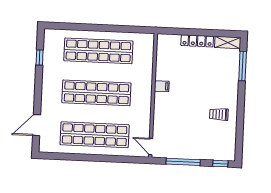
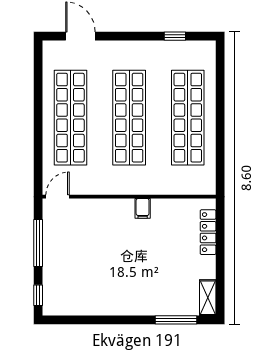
locker: (197, 41) -> (208, 232), moved
trolley: (219, 114) -> (107, 290), removed

